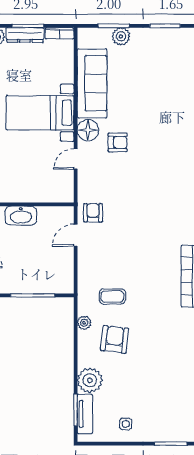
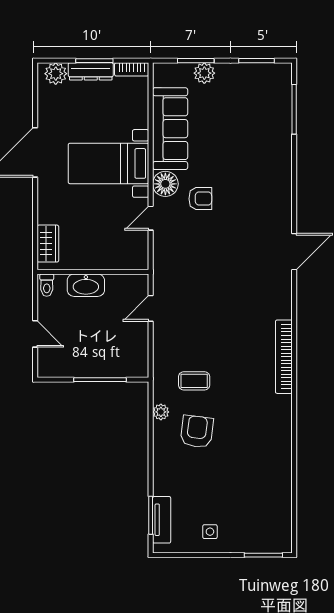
armchair: (93, 213) -> (171, 282), removed
plant: (90, 380) -> (167, 480), removed

